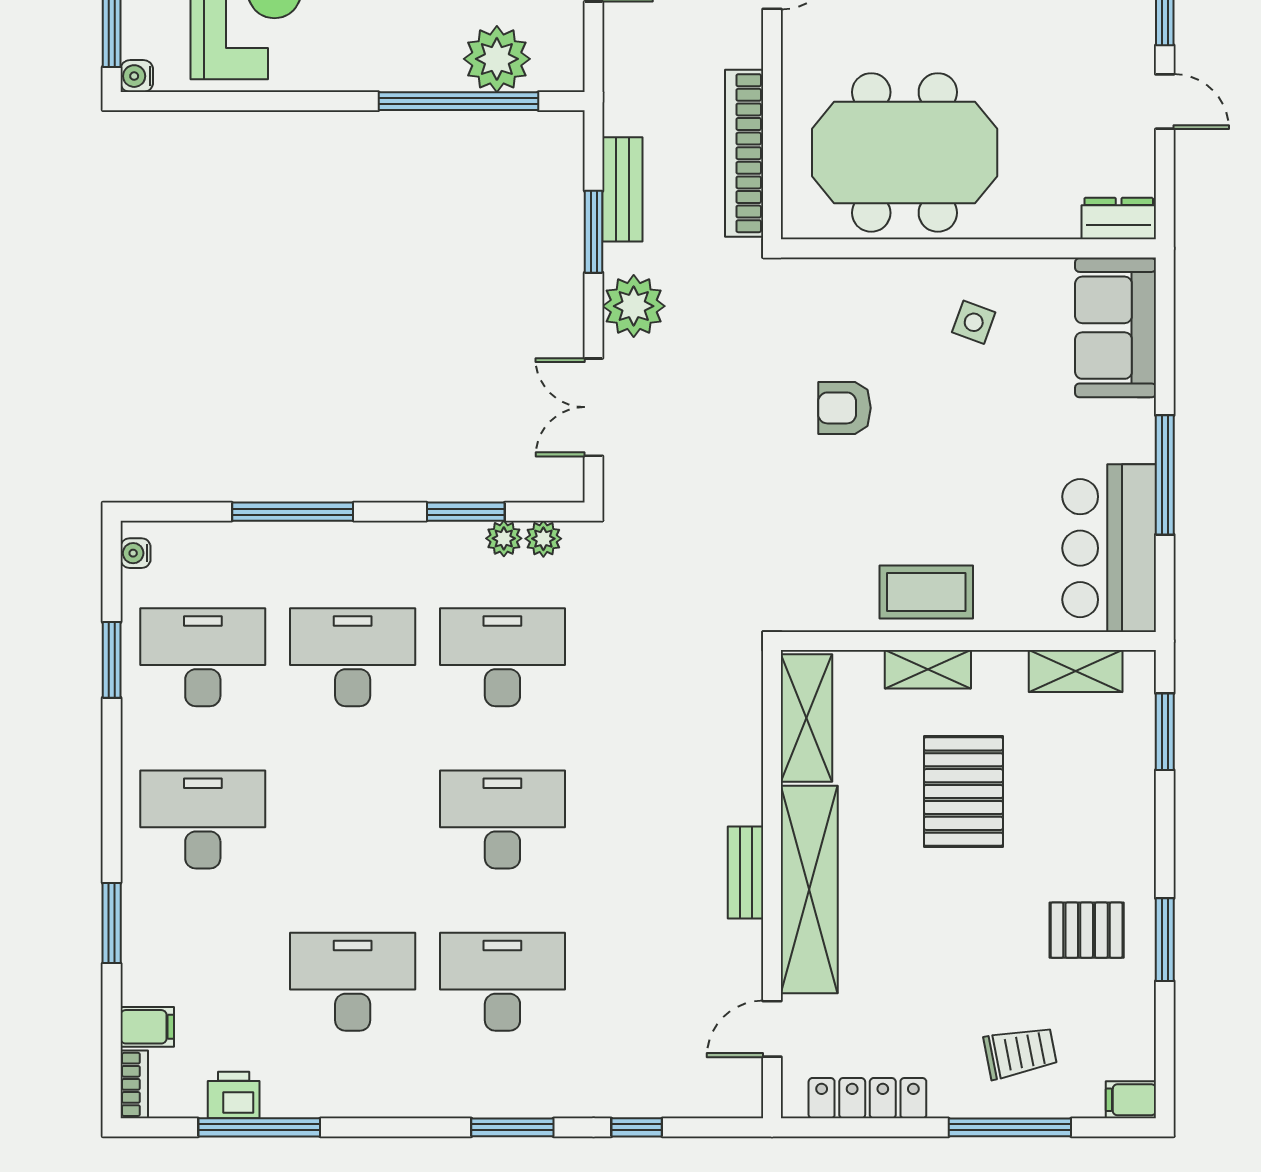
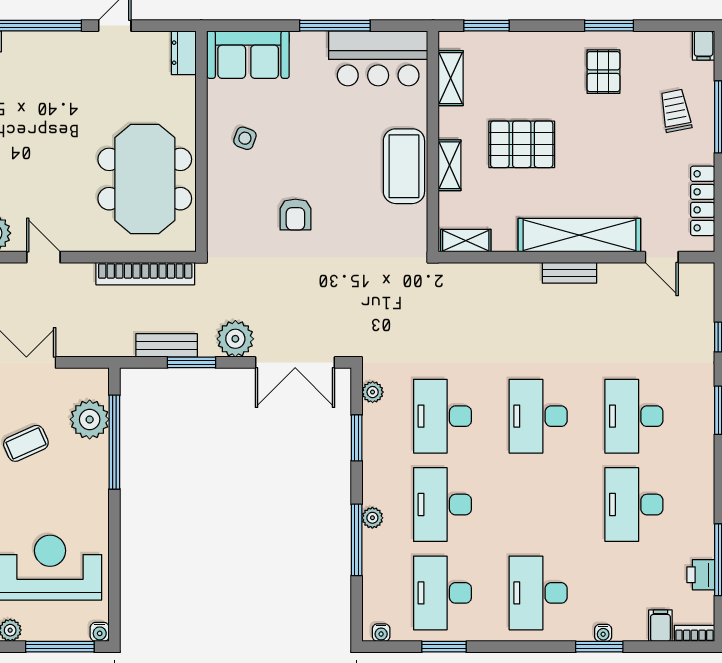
double door: (594, 407) -> (295, 362), width x1.37
plant: (504, 538) -> (372, 518), moved
coffee table: (926, 592) -> (404, 166), width x1.36, depth x1.32
shelving: (807, 718) -> (466, 241), width x0.67, depth x0.75
water cooler: (135, 930) -> (603, 633), added

